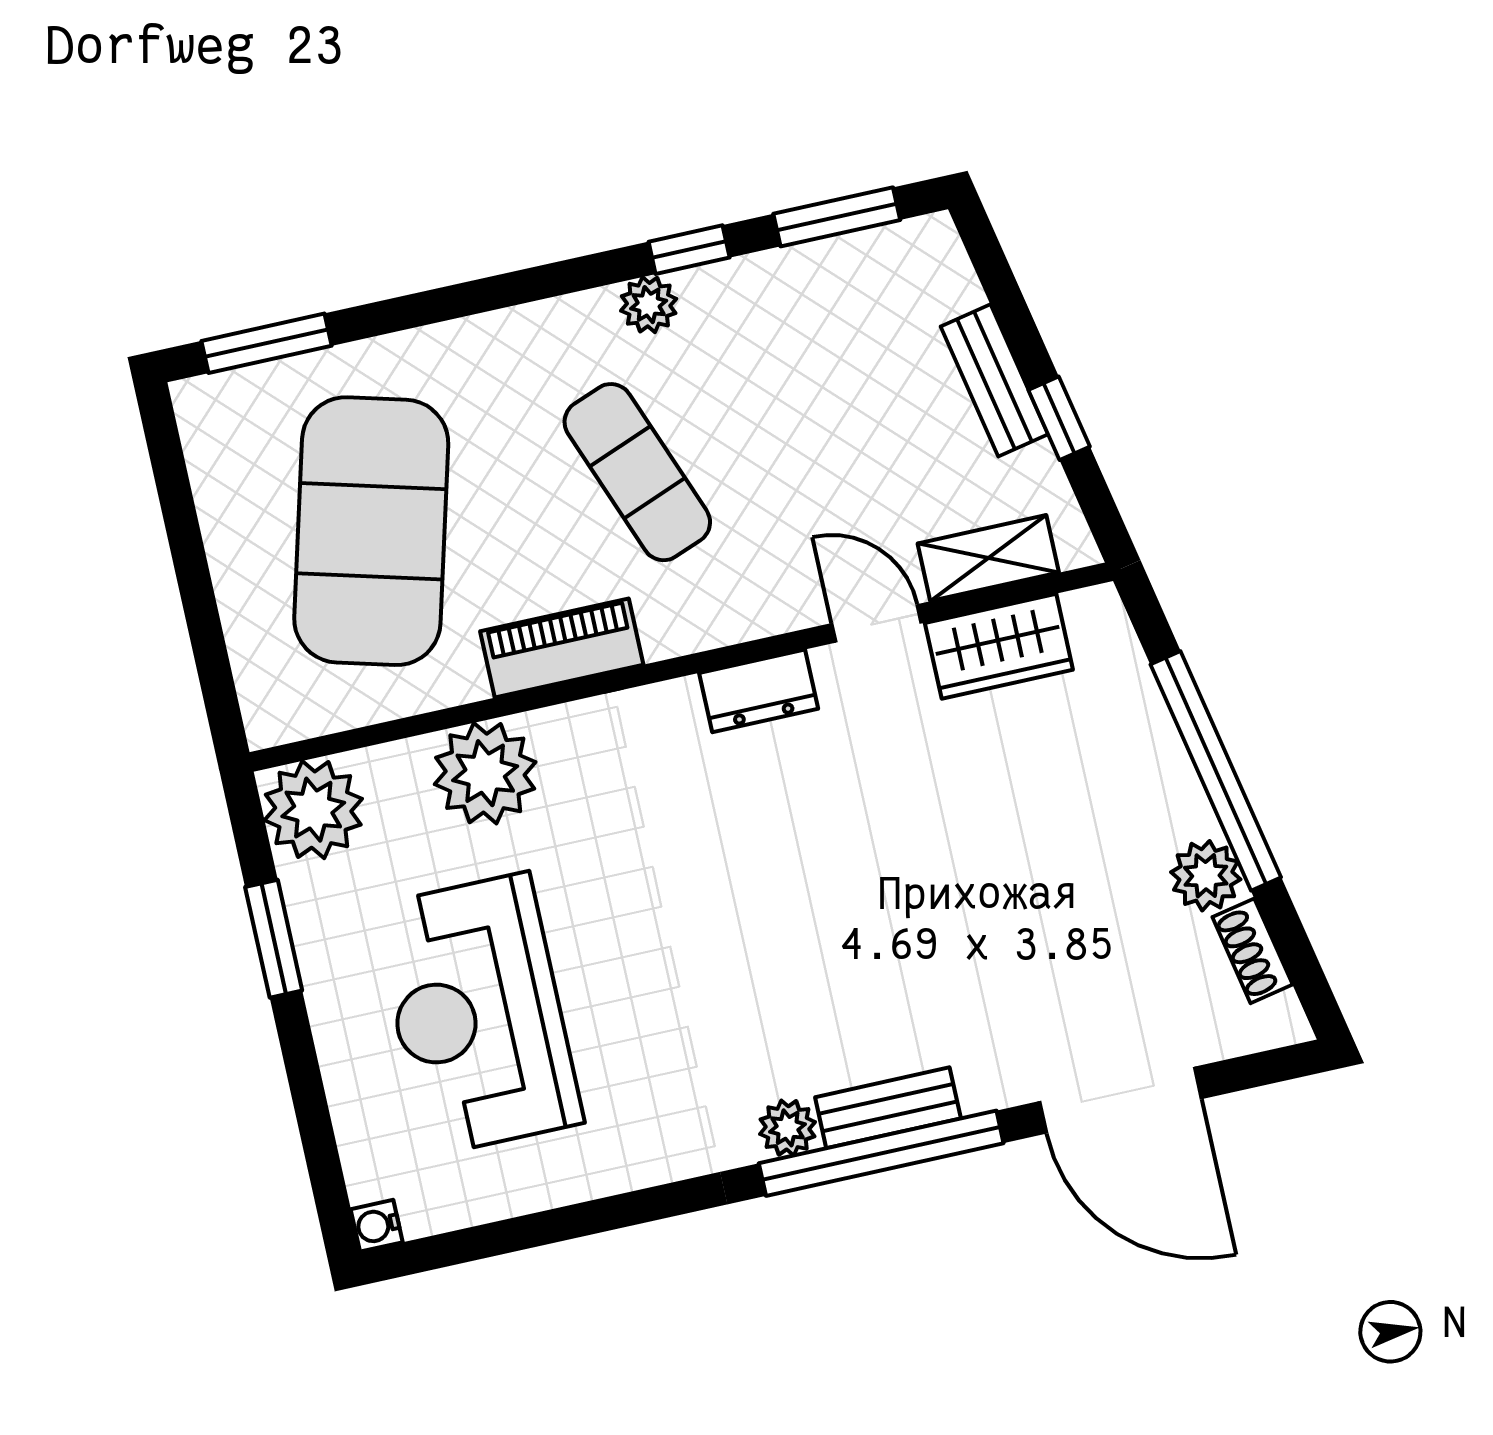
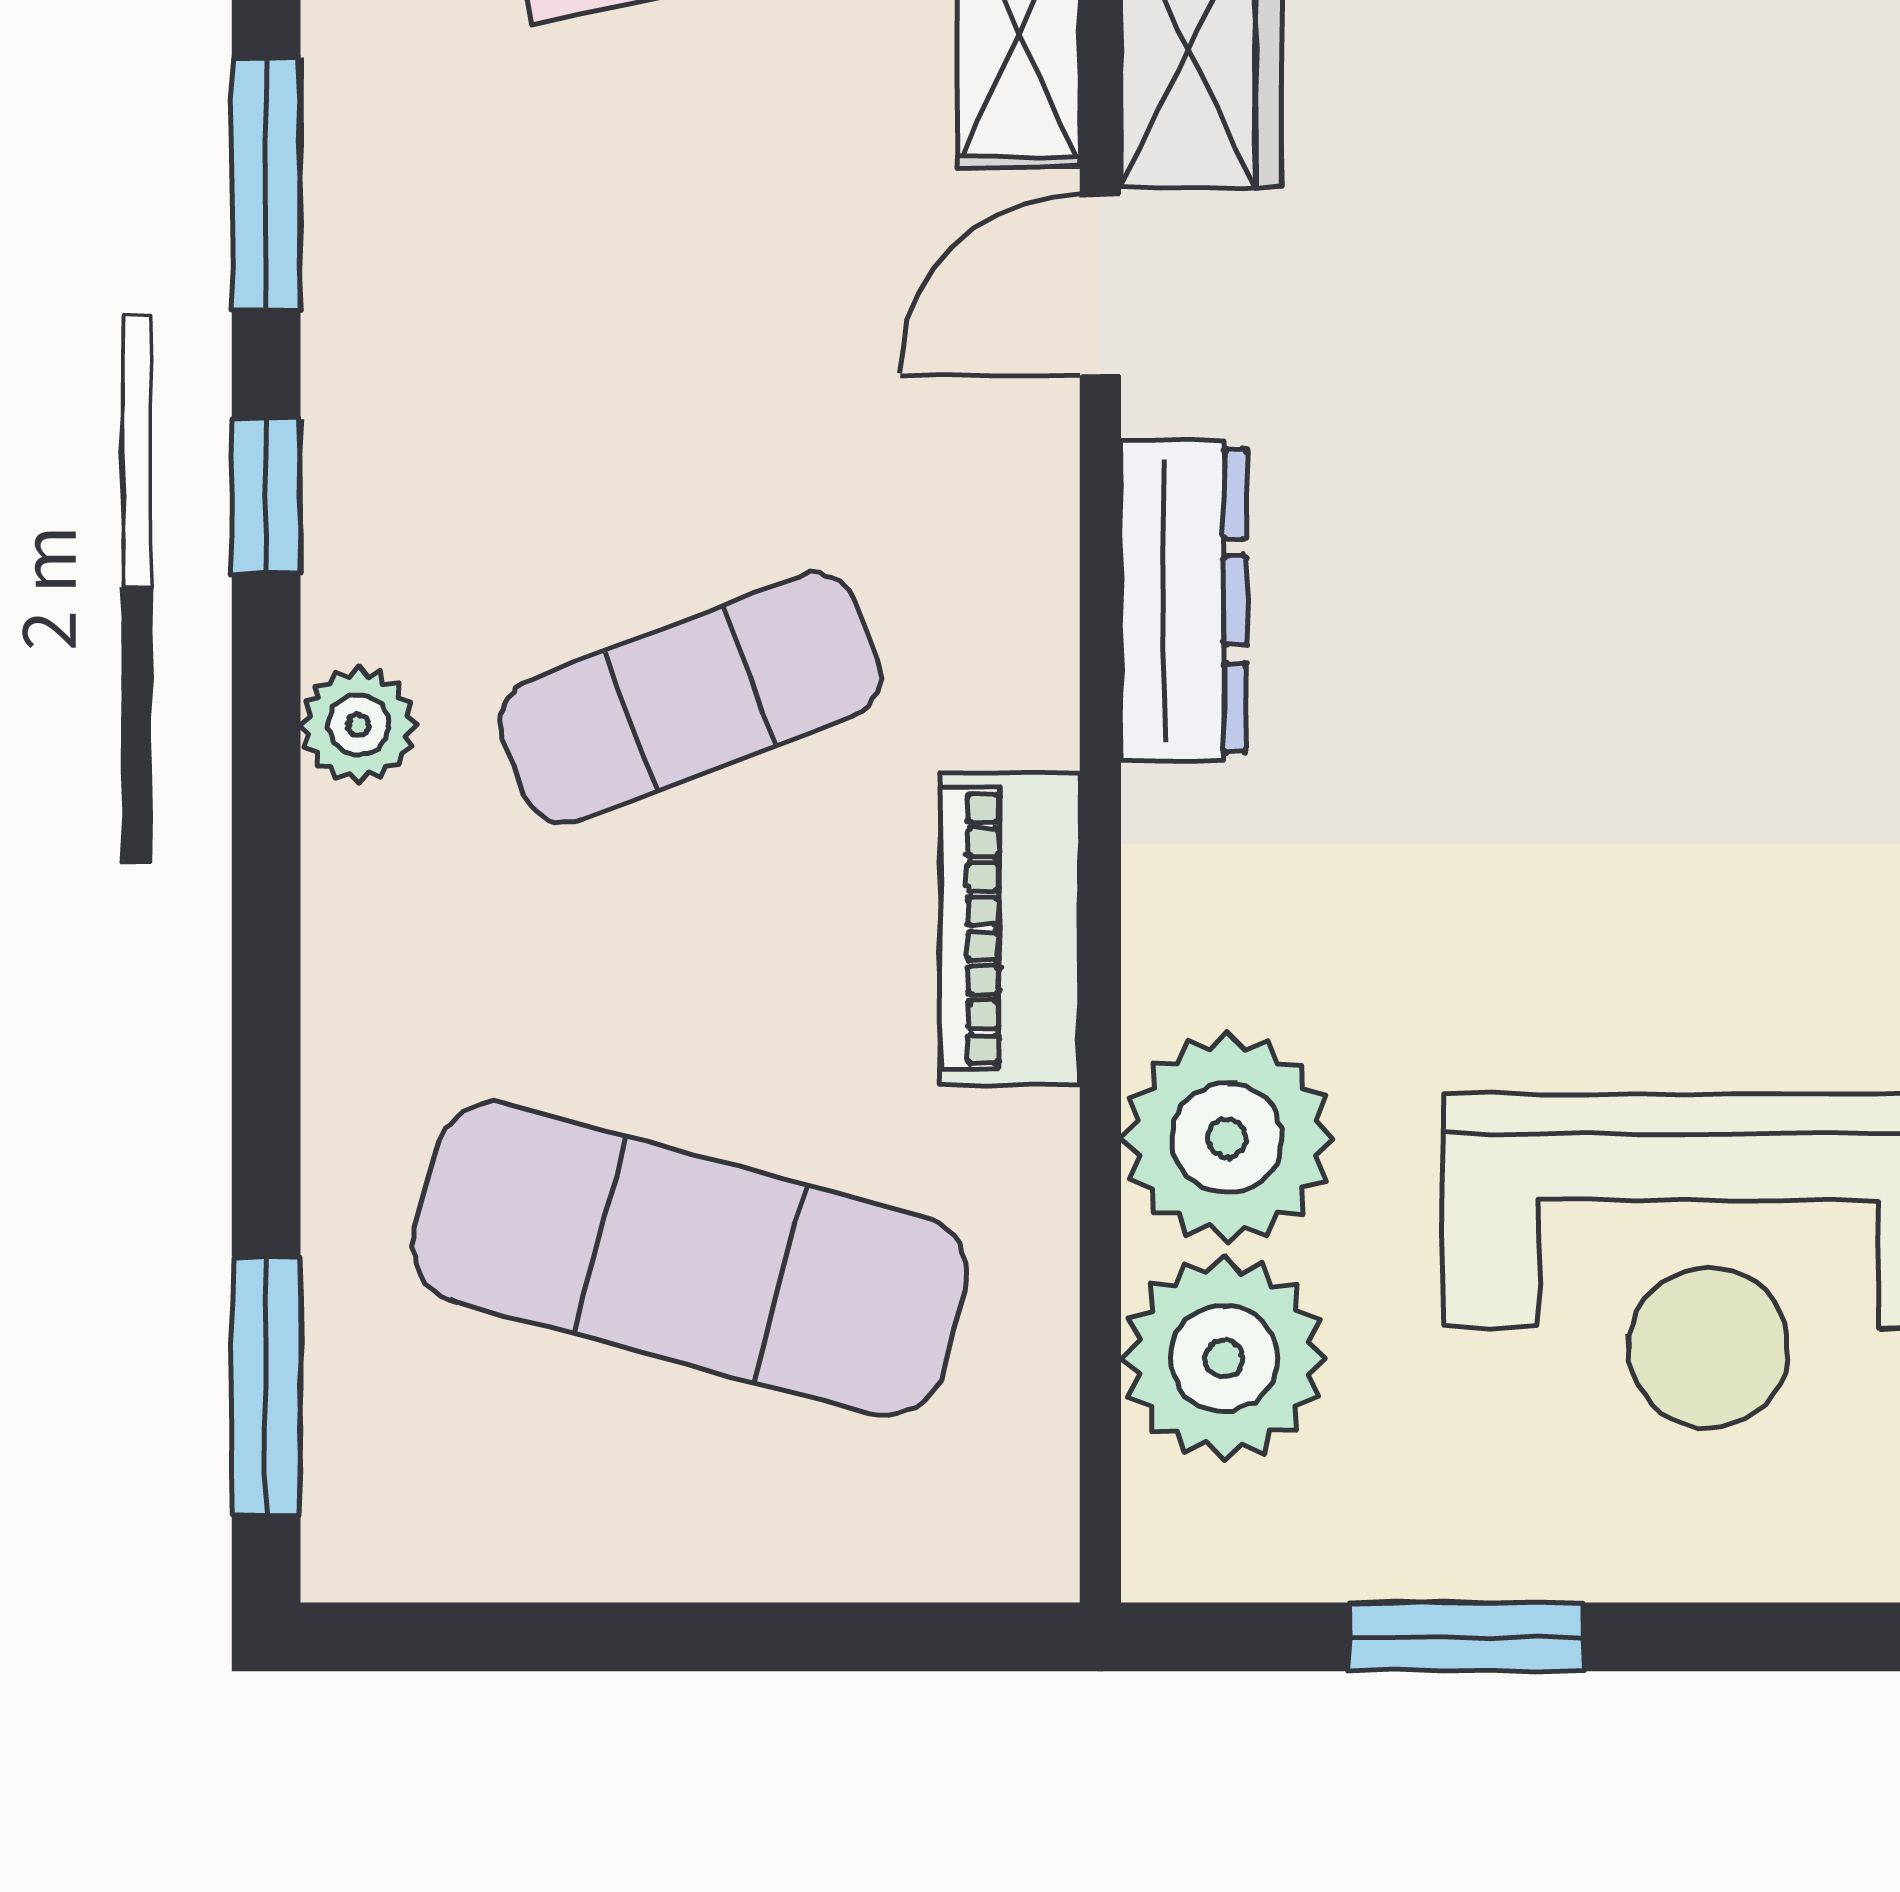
plant: (649, 305) -> (359, 725), moved
exercise mat: (371, 531) -> (690, 1259), width x0.68
dresser: (759, 691) -> (1184, 601), width x1.44
plant: (313, 810) -> (1224, 1358), moved

